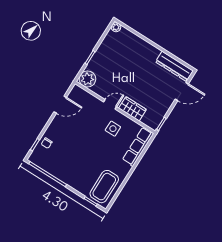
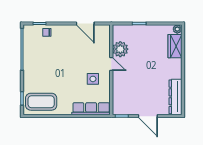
plant: (87, 79) -> (120, 49), moved
door: (182, 92) -> (148, 116), moved
wardrobe: (133, 109) -> (175, 46), moved, turned 180

